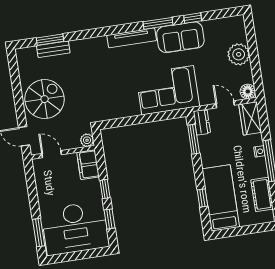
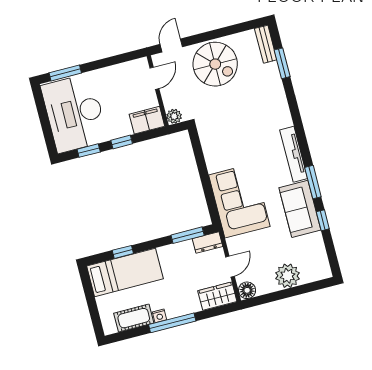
bench: (53, 49) -> (266, 44), moved
nightstand: (259, 151) -> (159, 316), moved

